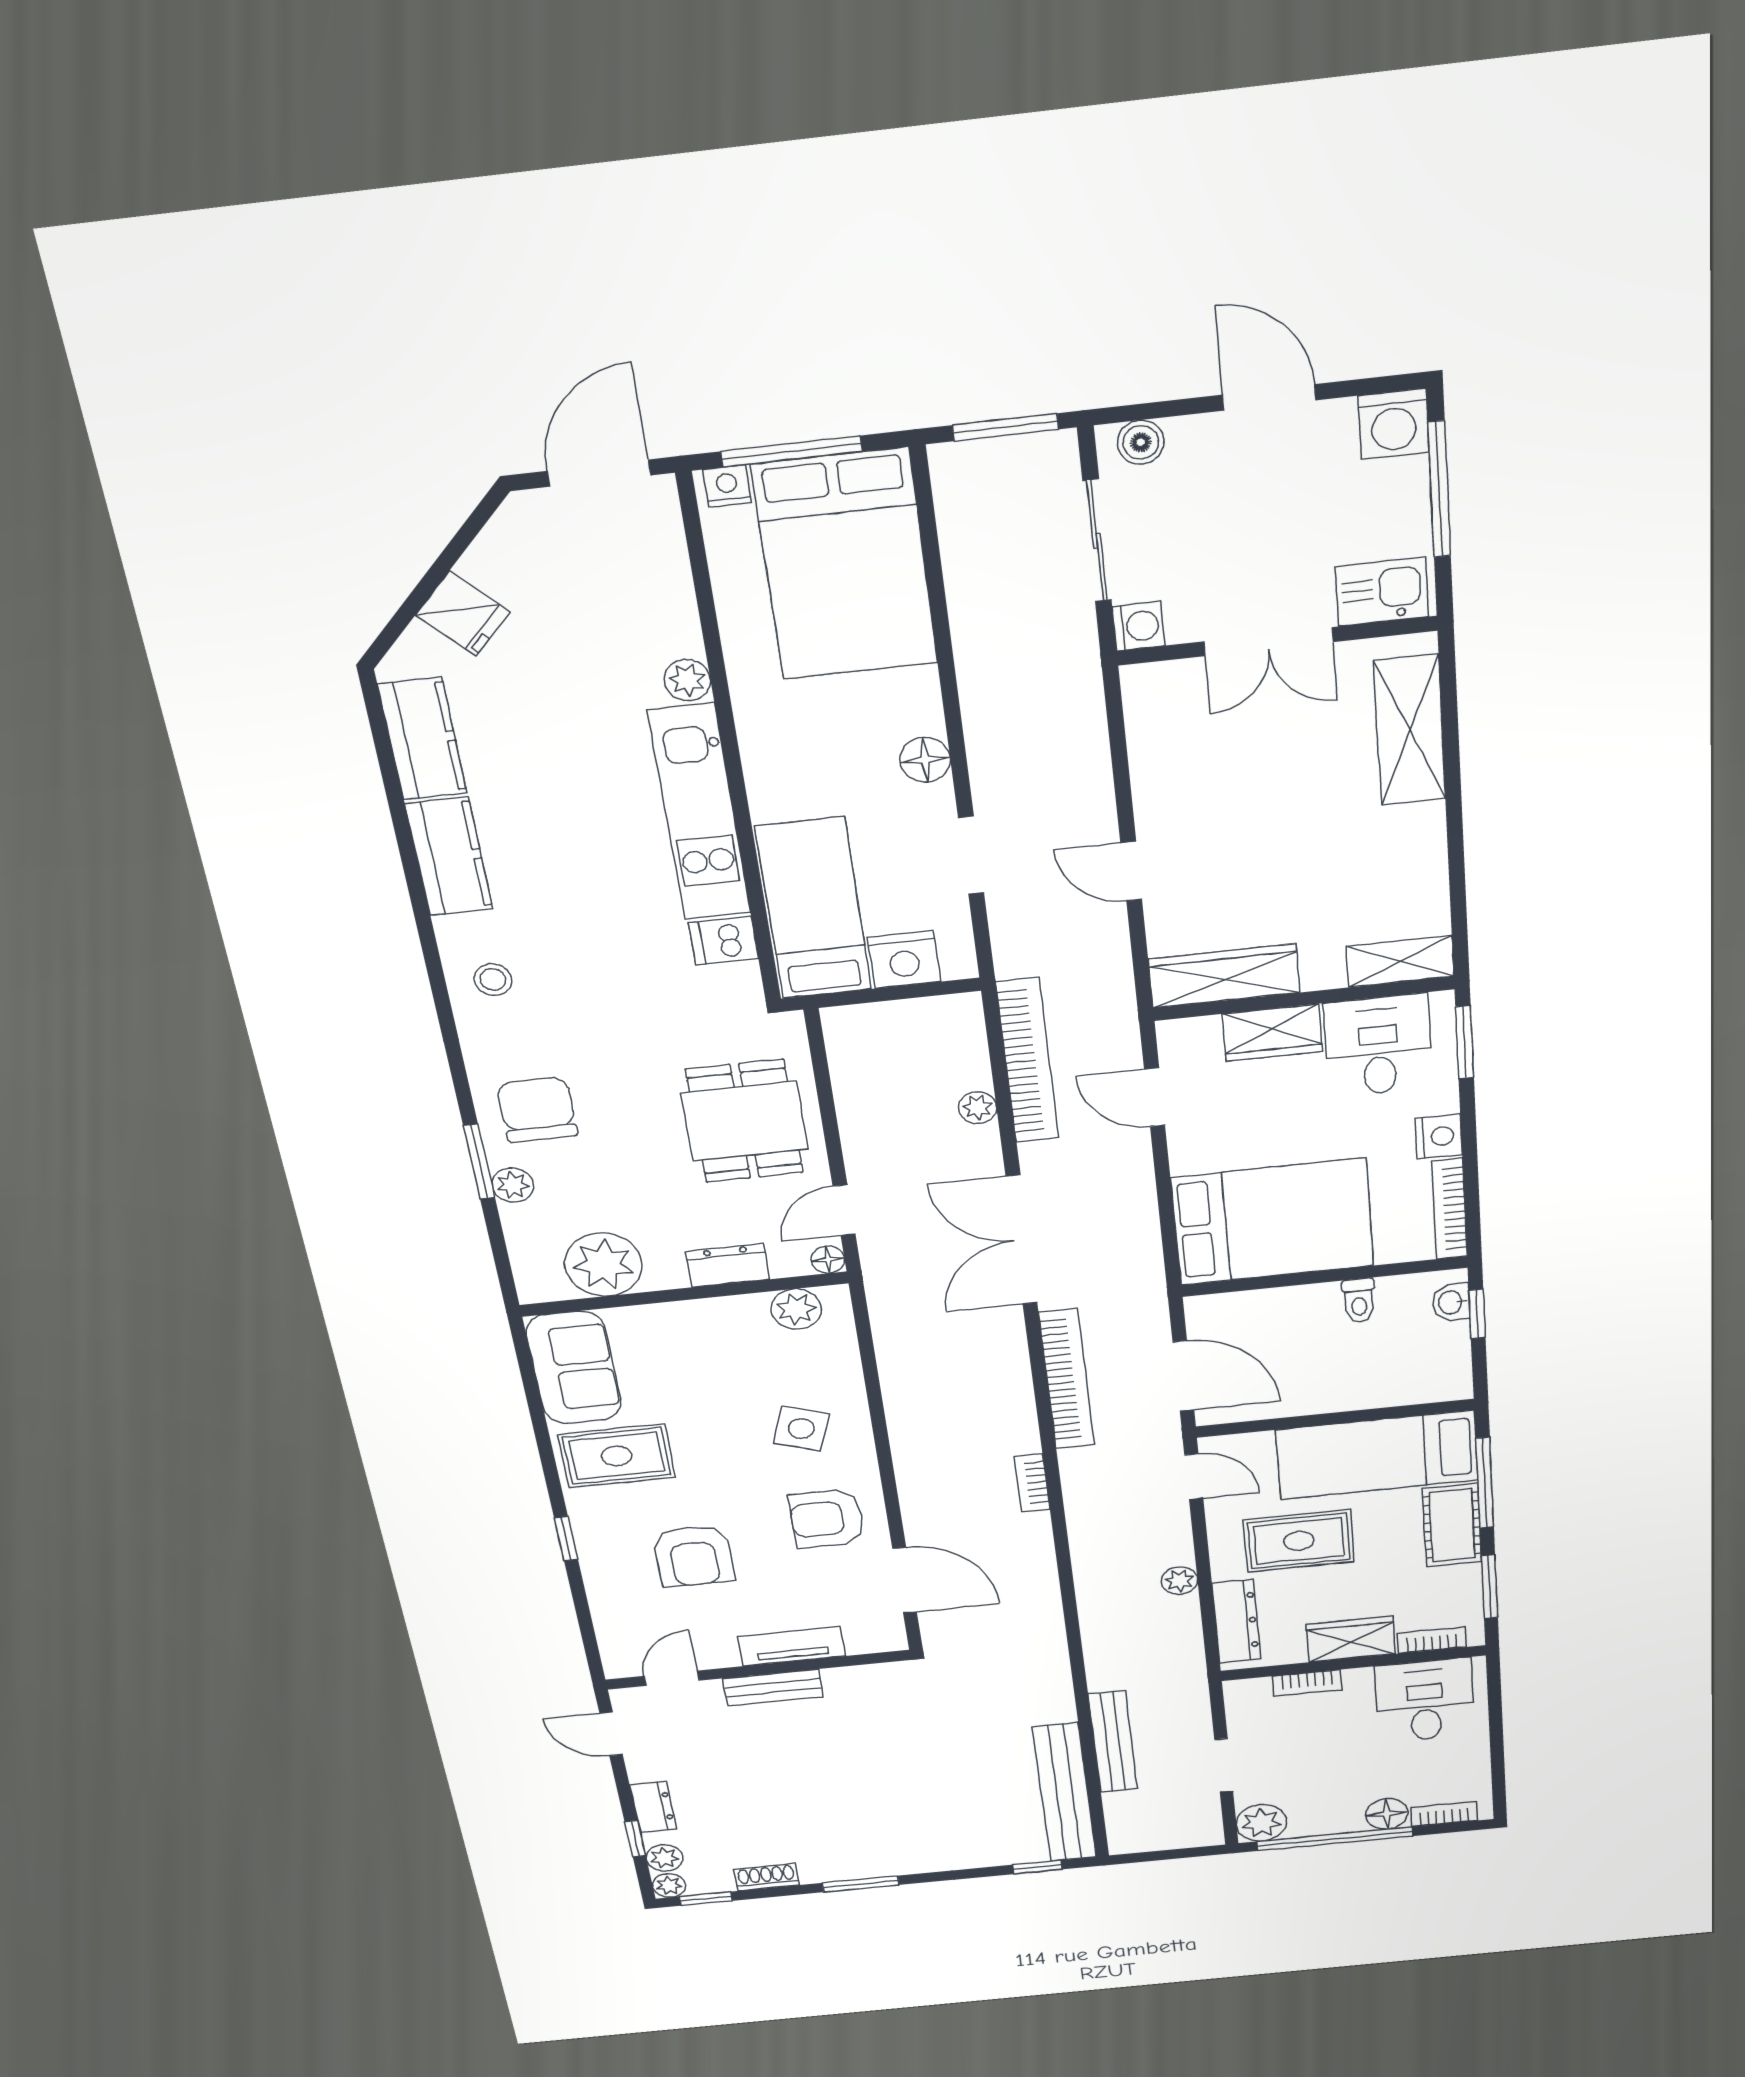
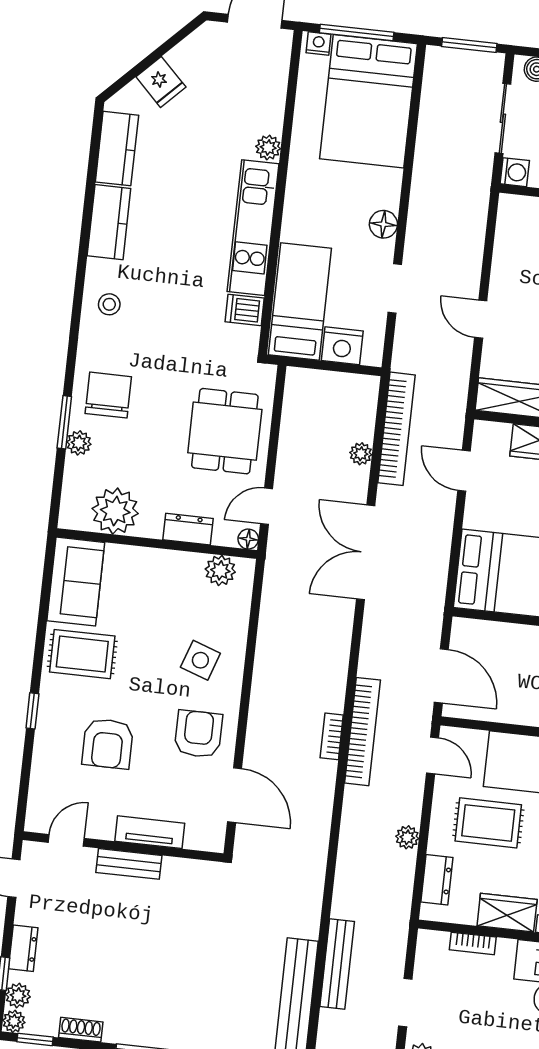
bookcase: (1067, 1379) -> (362, 732), moved
armchair: (827, 1519) -> (198, 734), turned 90
dresser: (1236, 1621) -> (437, 880), width x0.70

